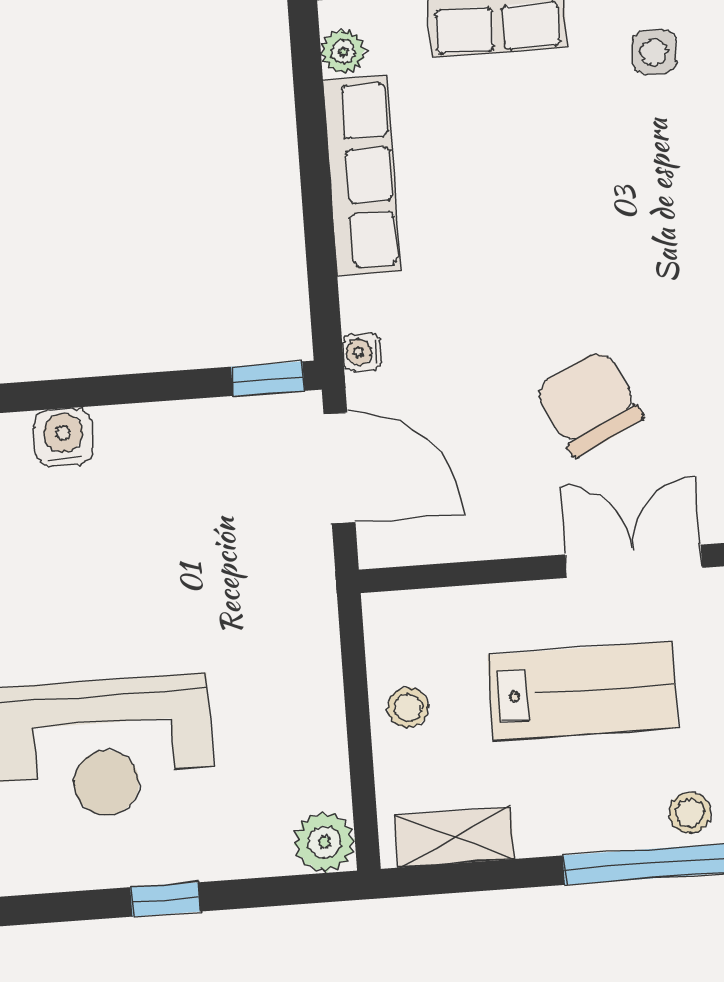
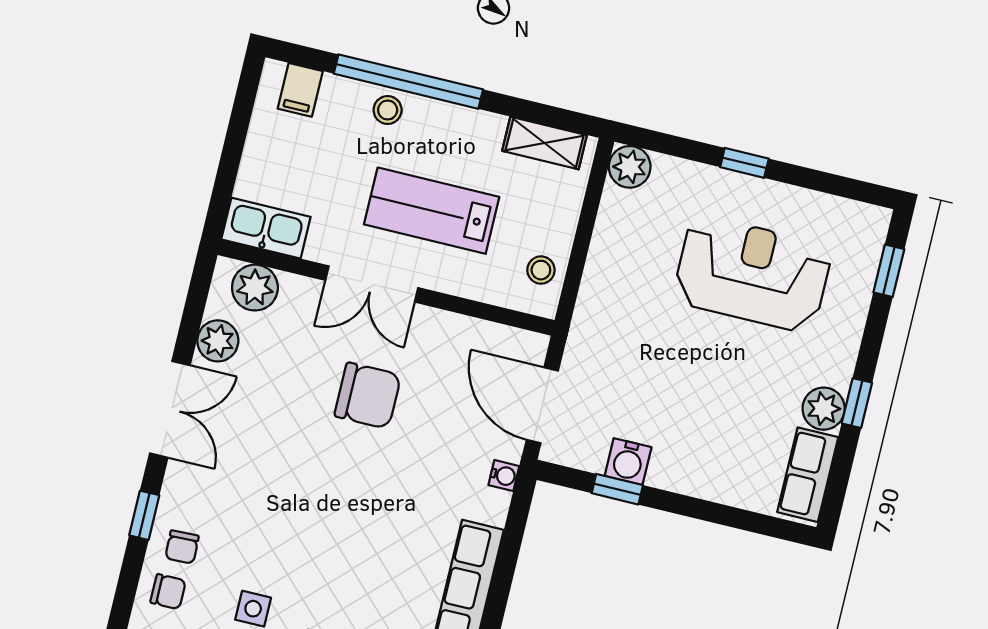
window: (268, 379) -> (617, 489), moved
chair: (589, 403) -> (368, 396), turned -64
water cooler: (63, 437) -> (628, 462), moved
stool: (408, 708) -> (541, 270), moved

